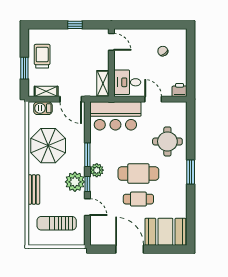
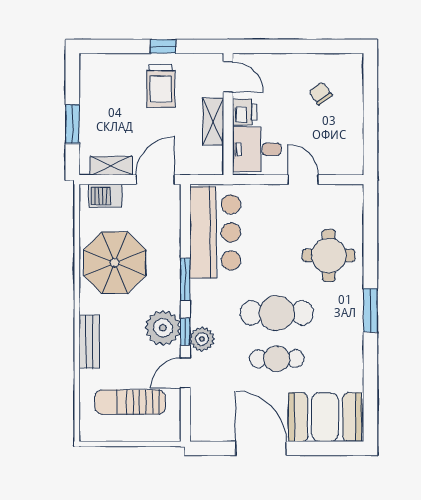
trolley: (42, 56) -> (161, 86), moved, turned 180
shelving: (103, 84) -> (213, 122), moved
printer: (180, 90) -> (245, 112), moved, turned 90
door: (71, 99) -> (155, 180), swing flipped
bar counter: (115, 116) -> (215, 232), moved, turned -90
plant: (97, 170) -> (202, 339), moved
door: (87, 207) -> (185, 373), swing flipped

